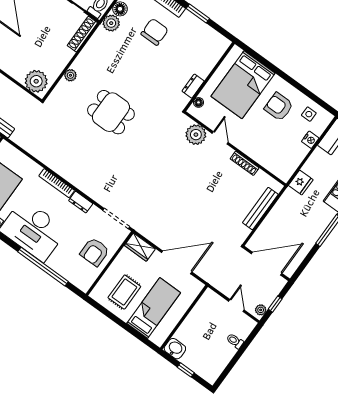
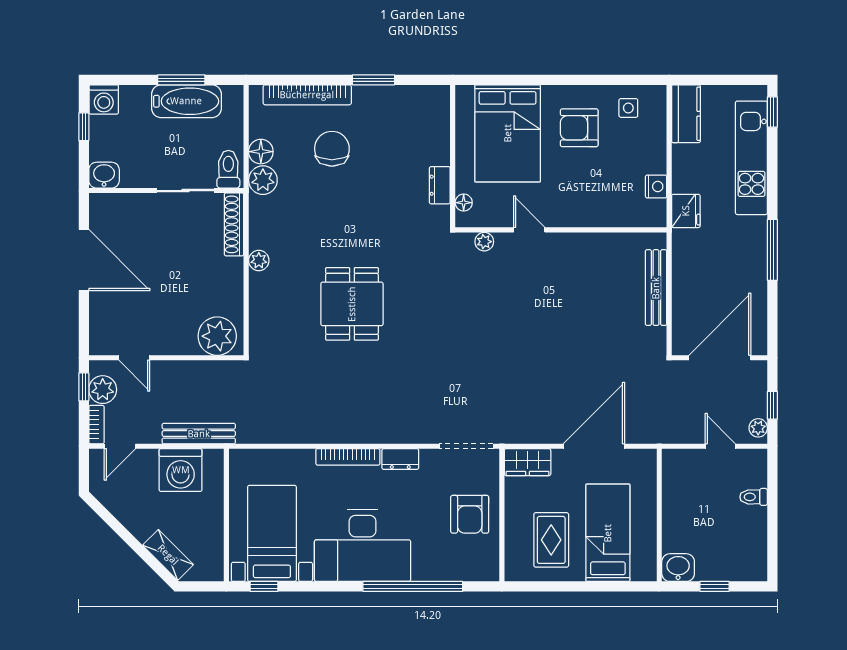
plant: (70, 75) -> (259, 261), moved
dining table: (111, 112) -> (352, 304), turned 90
plant: (196, 135) -> (484, 242), width x0.53, depth x0.53
nightstand: (310, 140) -> (656, 187), moved
shoe rack: (245, 163) -> (589, 241), removed

